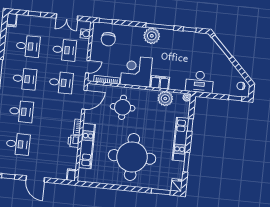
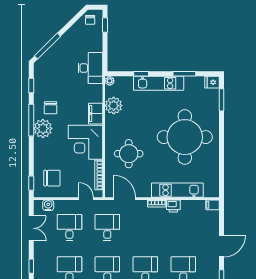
chair: (169, 44) -> (51, 108), added

